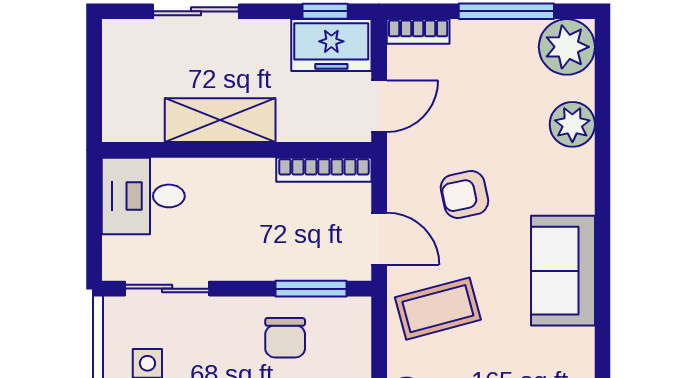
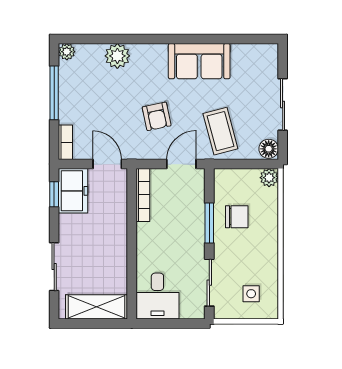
plant: (567, 47) -> (67, 52), width x0.53, depth x0.53
shelving: (220, 120) -> (96, 307), moved, turned 90
window: (311, 289) -> (209, 223), moved

